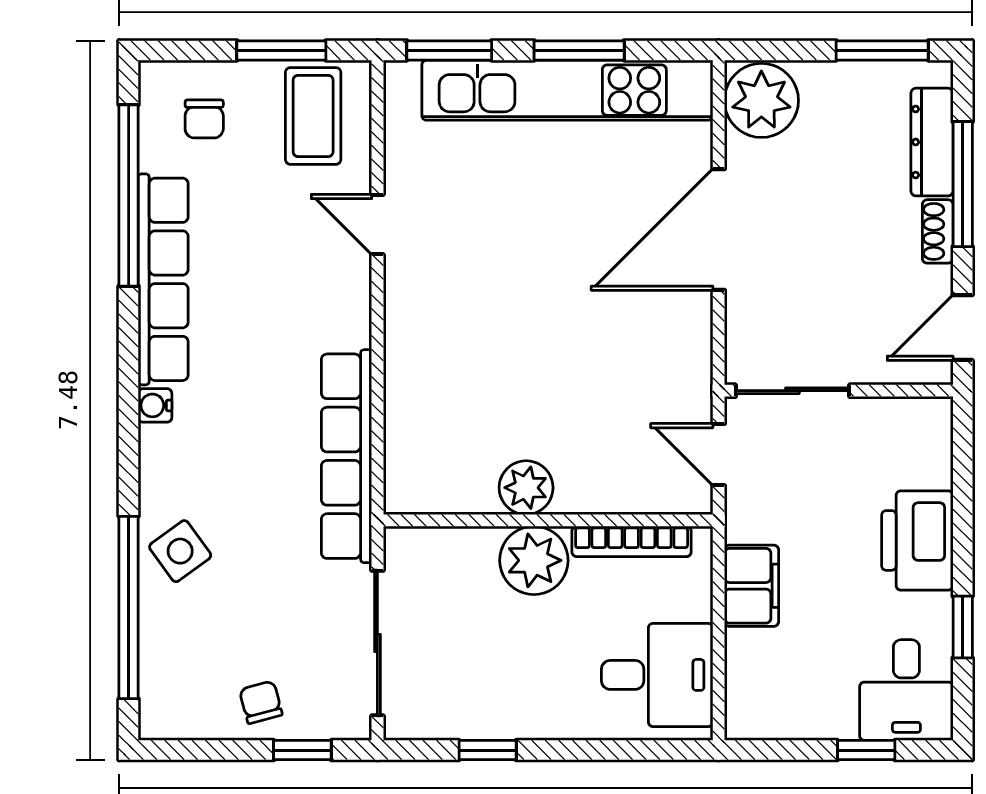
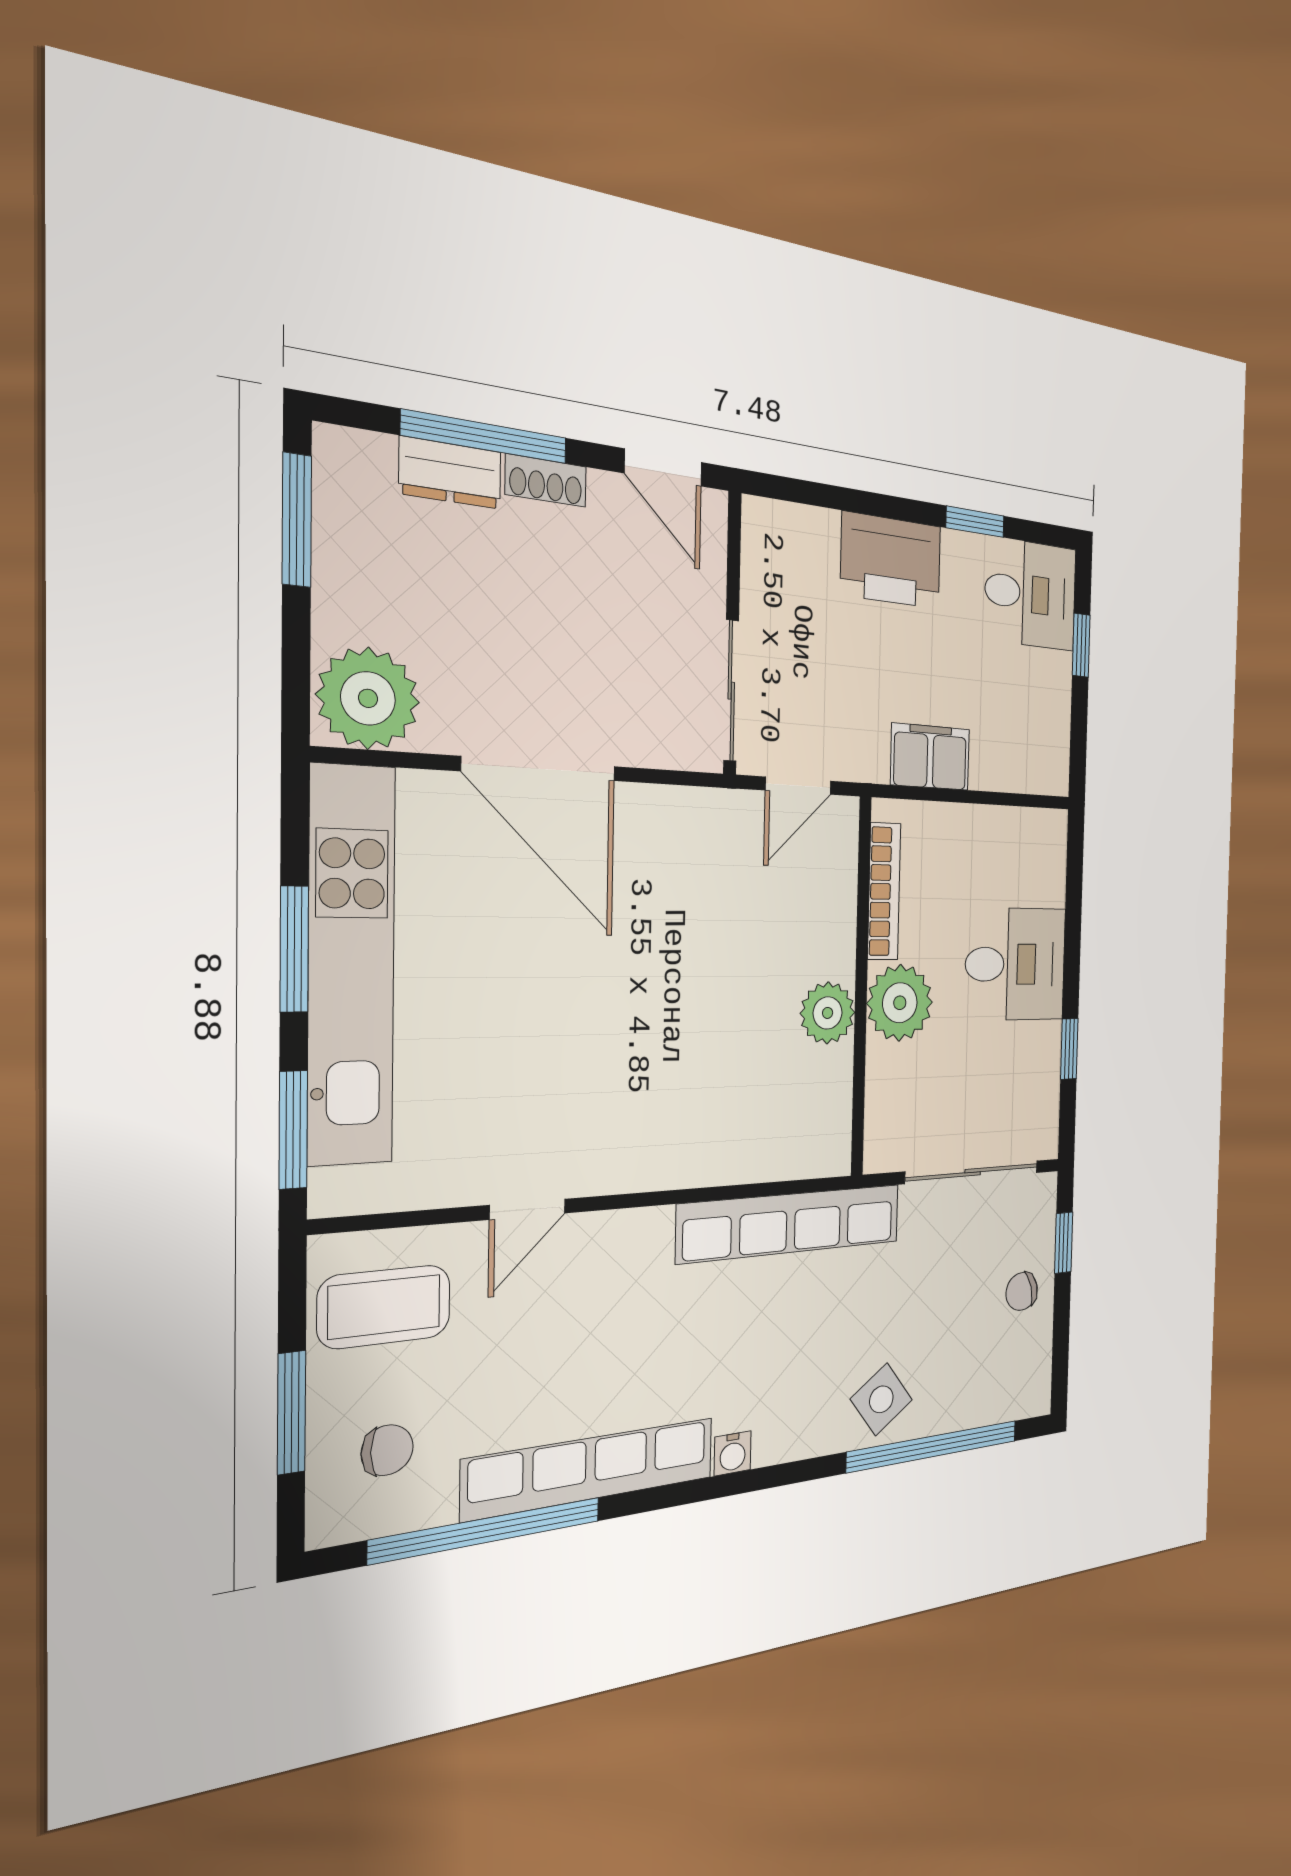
window: (281, 50) -> (292, 1413), moved
dresser: (932, 142) -> (450, 473), width x0.70
desk: (657, 675) -> (1016, 964), moved, turned 90

